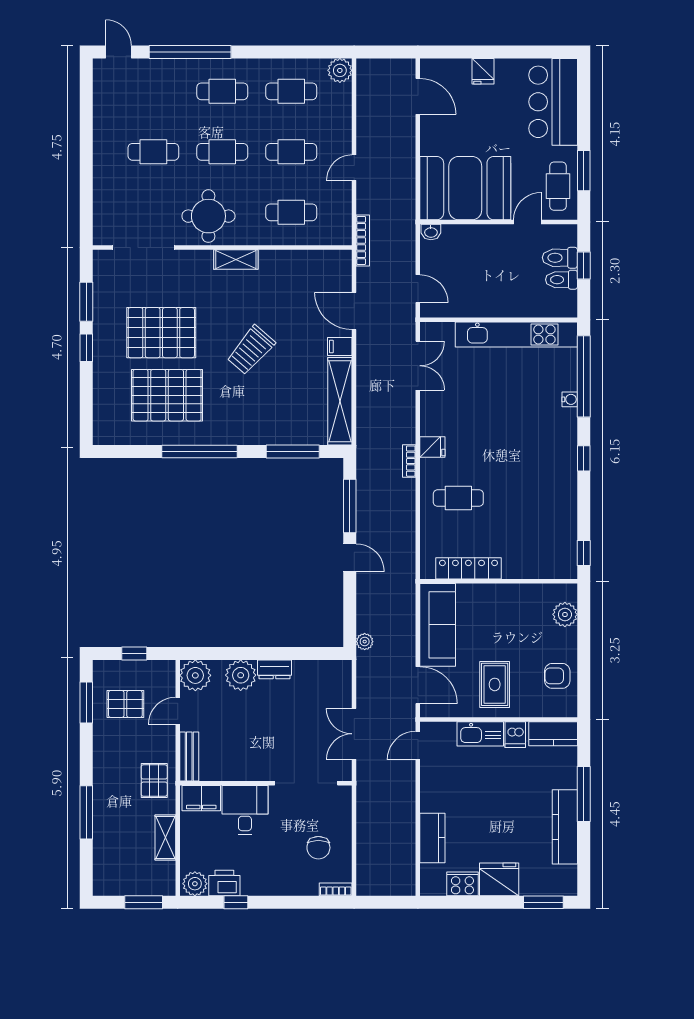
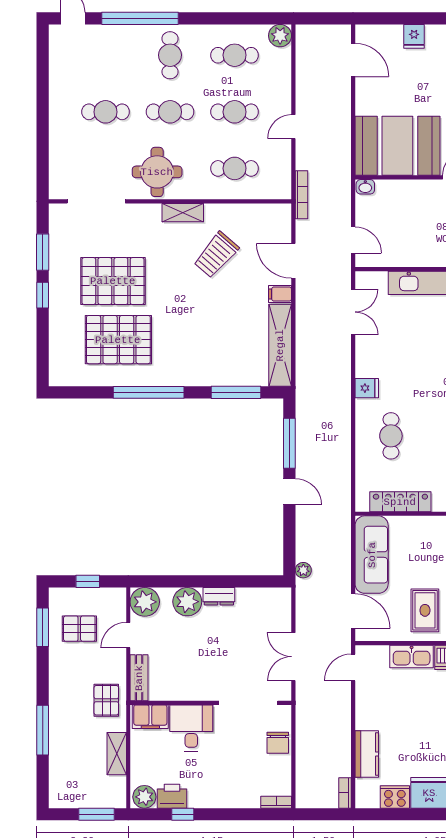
cafe table: (222, 91) -> (170, 55), turned 90
trolley: (251, 350) -> (216, 255), moved
bookcase: (409, 461) -> (345, 793), moved
cafe table: (458, 498) -> (391, 436), turned 90
chair: (318, 848) -> (278, 743), moved

